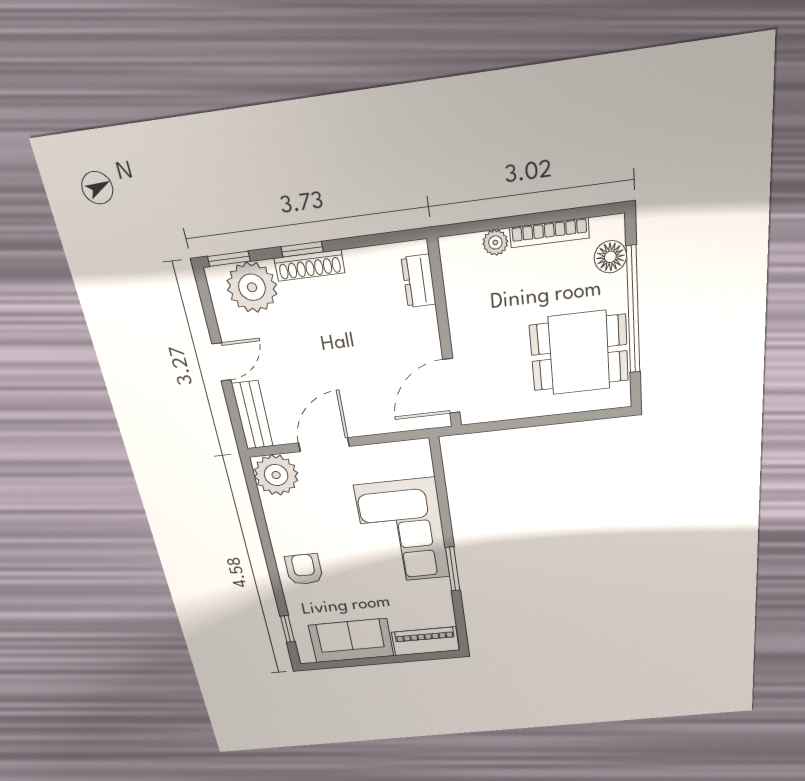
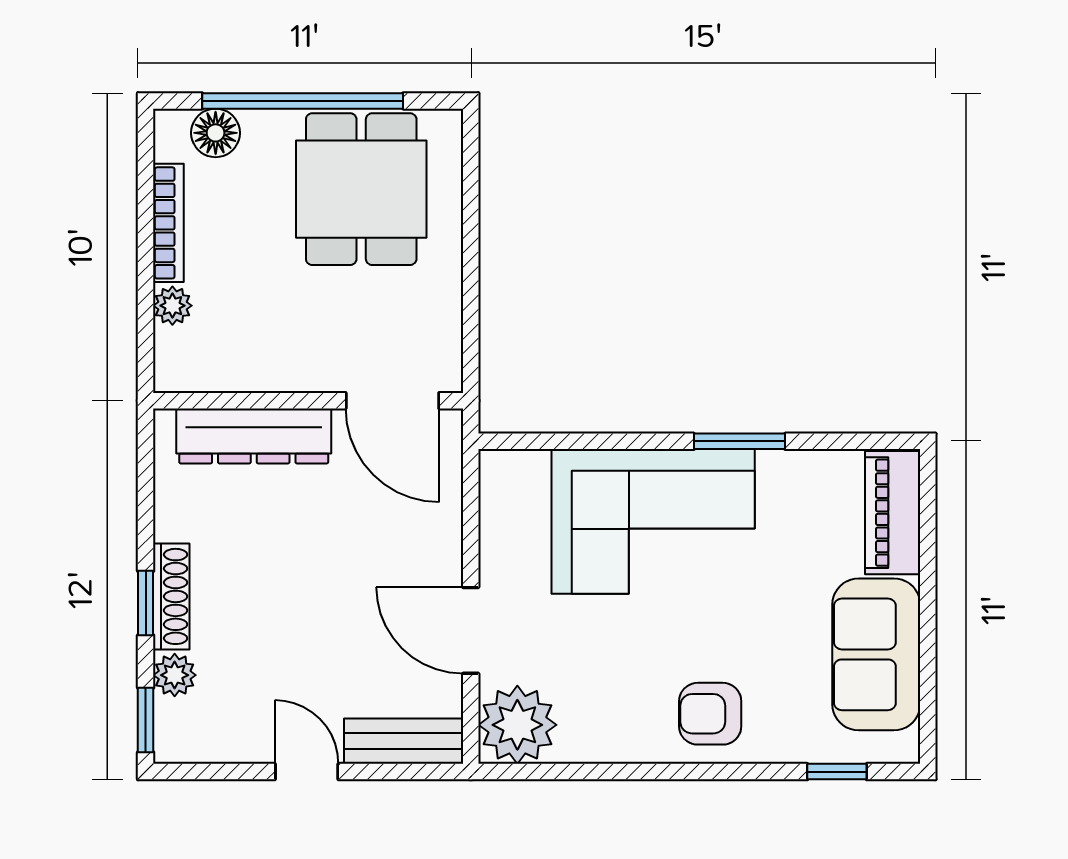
dresser: (419, 281) -> (254, 436), width x1.96, depth x1.24
plant: (252, 287) -> (175, 675), width x0.53, depth x0.53

